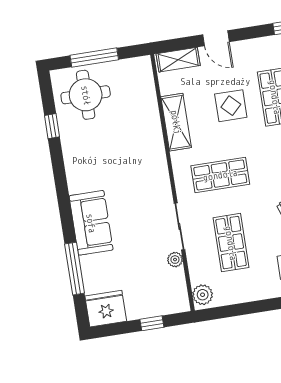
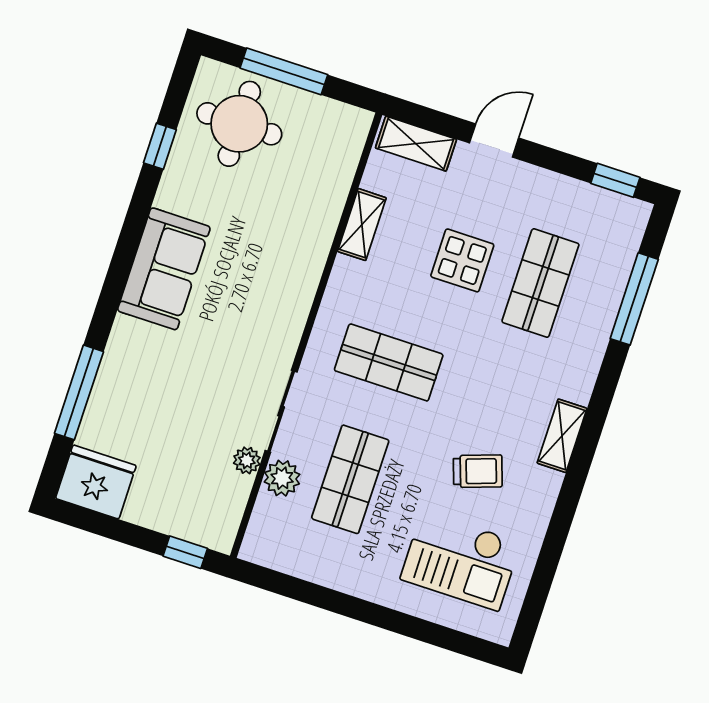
door: (216, 38) -> (494, 140), swing flipped
shelving: (176, 122) -> (362, 225), width x0.67, depth x0.75
sofa: (91, 223) -> (164, 269), moved
plant: (203, 295) -> (282, 478), moved
window: (152, 323) -> (185, 552), moved

